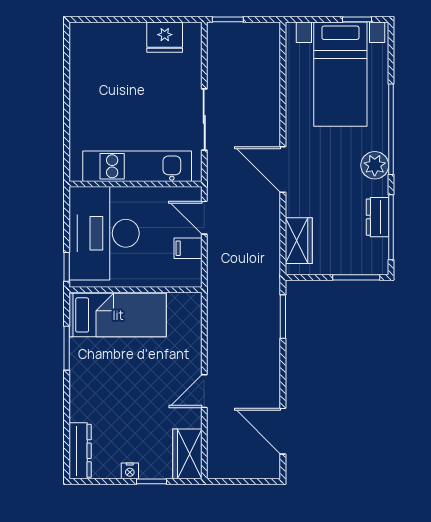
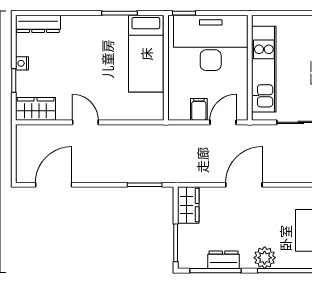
door: (283, 169) -> (244, 185), moved
wardrobe: (299, 241) -> (188, 205), moved, turned -90

